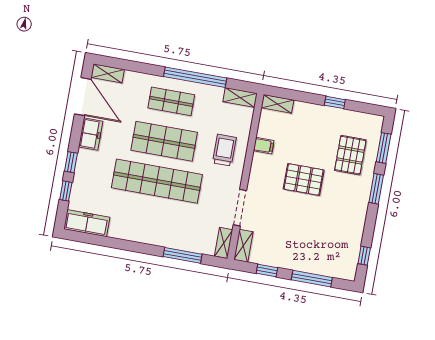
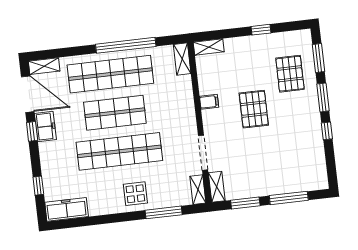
shelving: (240, 98) -> (182, 59), moved, turned 90
shop shelf: (171, 101) -> (110, 74), width x2.00, depth x1.36
filing cabinet: (264, 146) -> (209, 102), moved
trolley: (224, 150) -> (173, 104), removed
window: (71, 162) -> (32, 131), moved
pallet: (304, 179) -> (254, 109), turned 90
display table: (160, 228) -> (135, 194), added
window: (364, 256) -> (327, 131), moved
window: (267, 271) -> (245, 203), width x1.50

